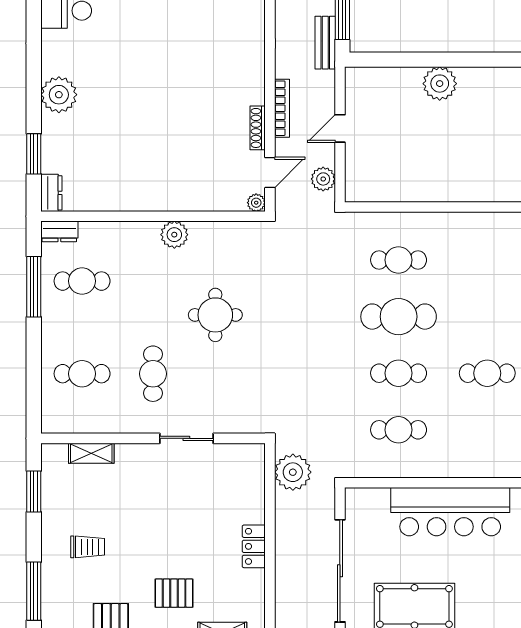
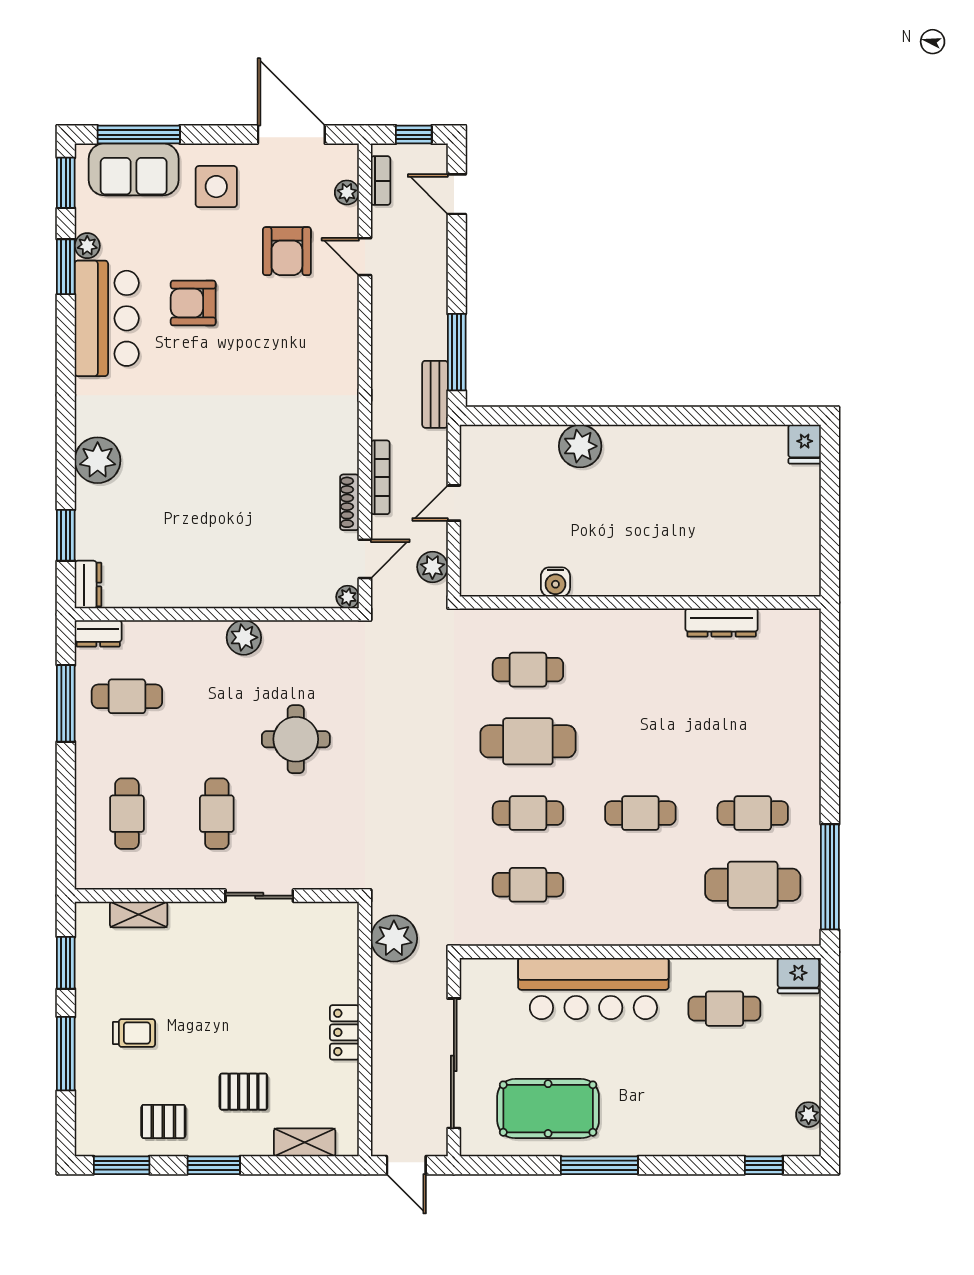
water cooler: (420, 191) -> (555, 582), added
cafe table: (82, 374) -> (127, 814), turned 90
window: (34, 591) -> (66, 1054), moved

